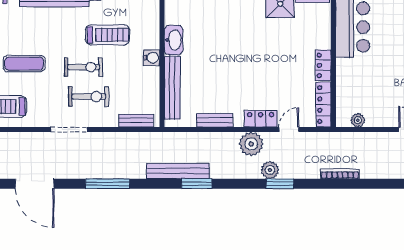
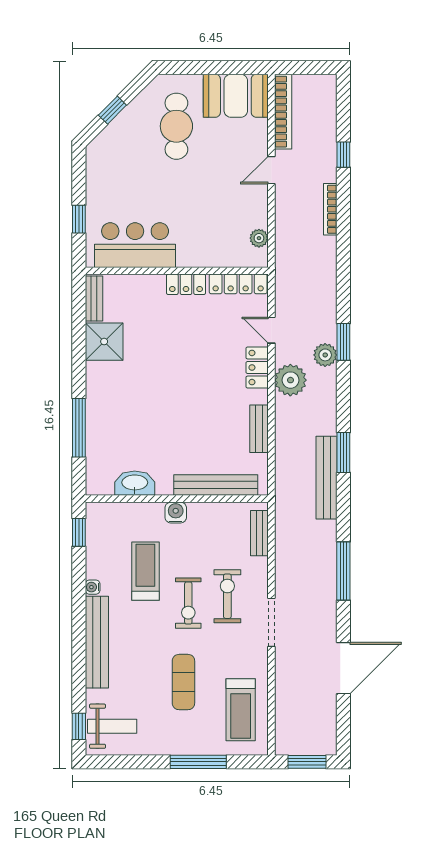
washbasin: (174, 40) -> (135, 483), moved
exercise bike: (84, 67) -> (188, 603), turned 180
bookcase: (340, 174) -> (330, 209), moved

